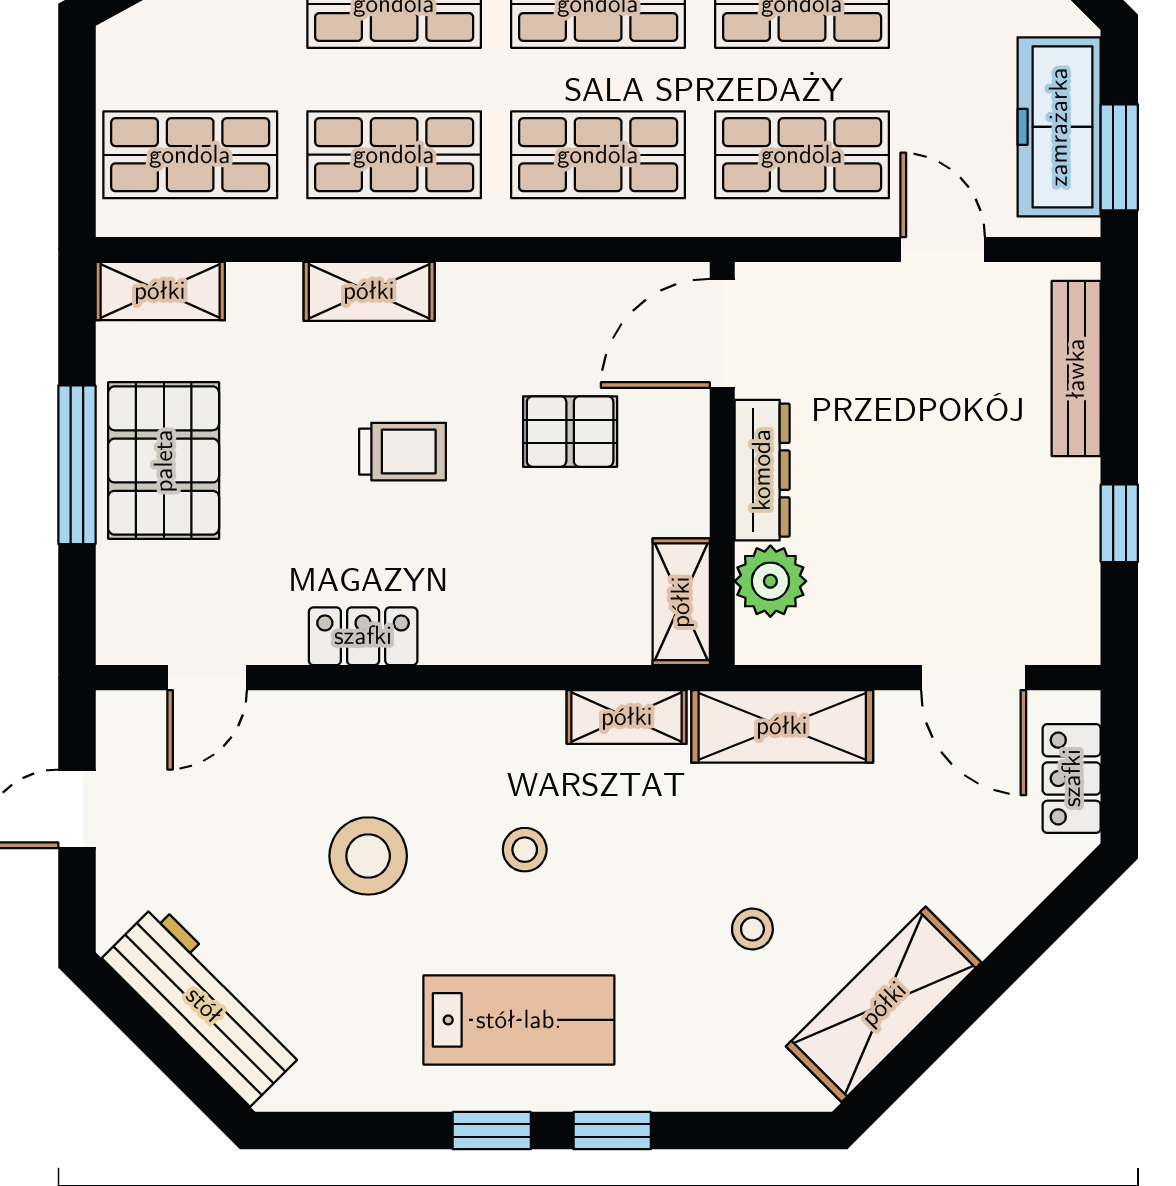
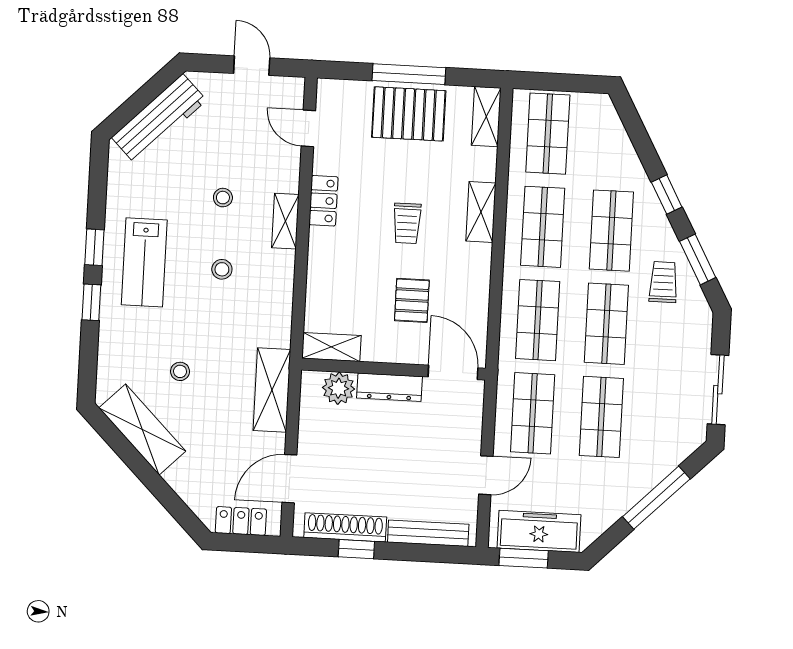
shoe rack: (1073, 550) -> (345, 527), added
shelving: (627, 717) -> (285, 221), moved
stool: (368, 856) -> (223, 198), width x0.53, depth x0.53

